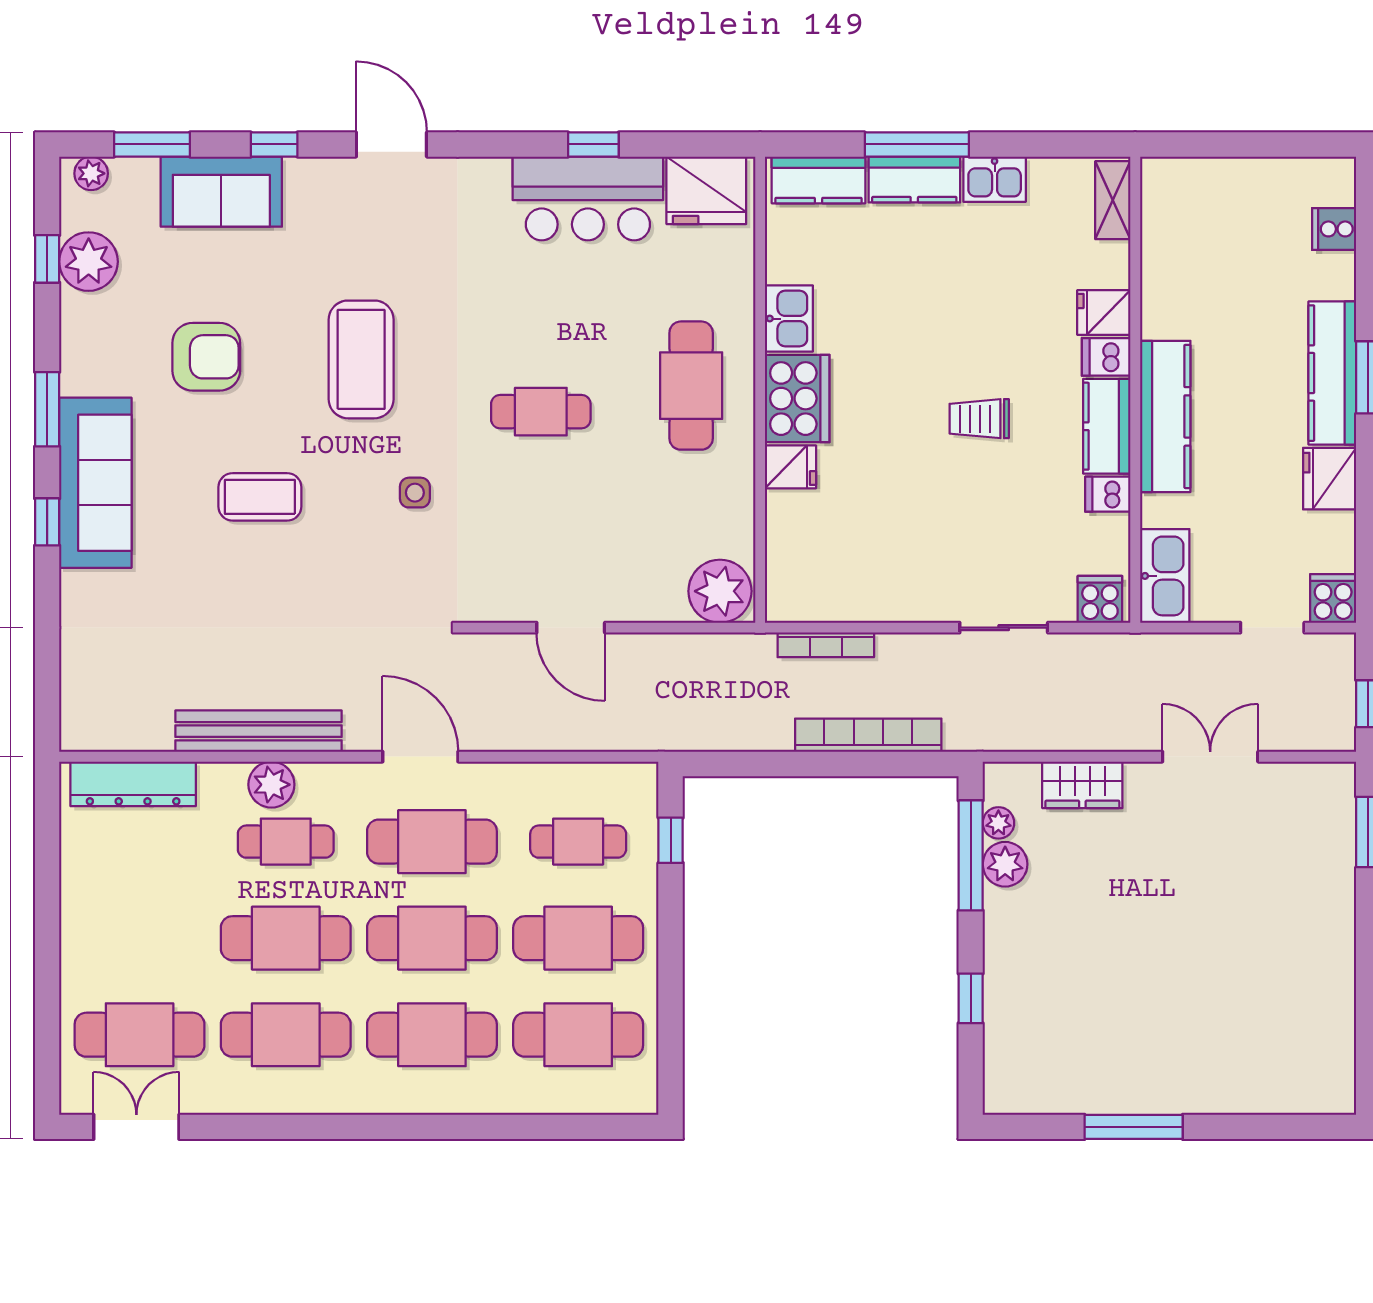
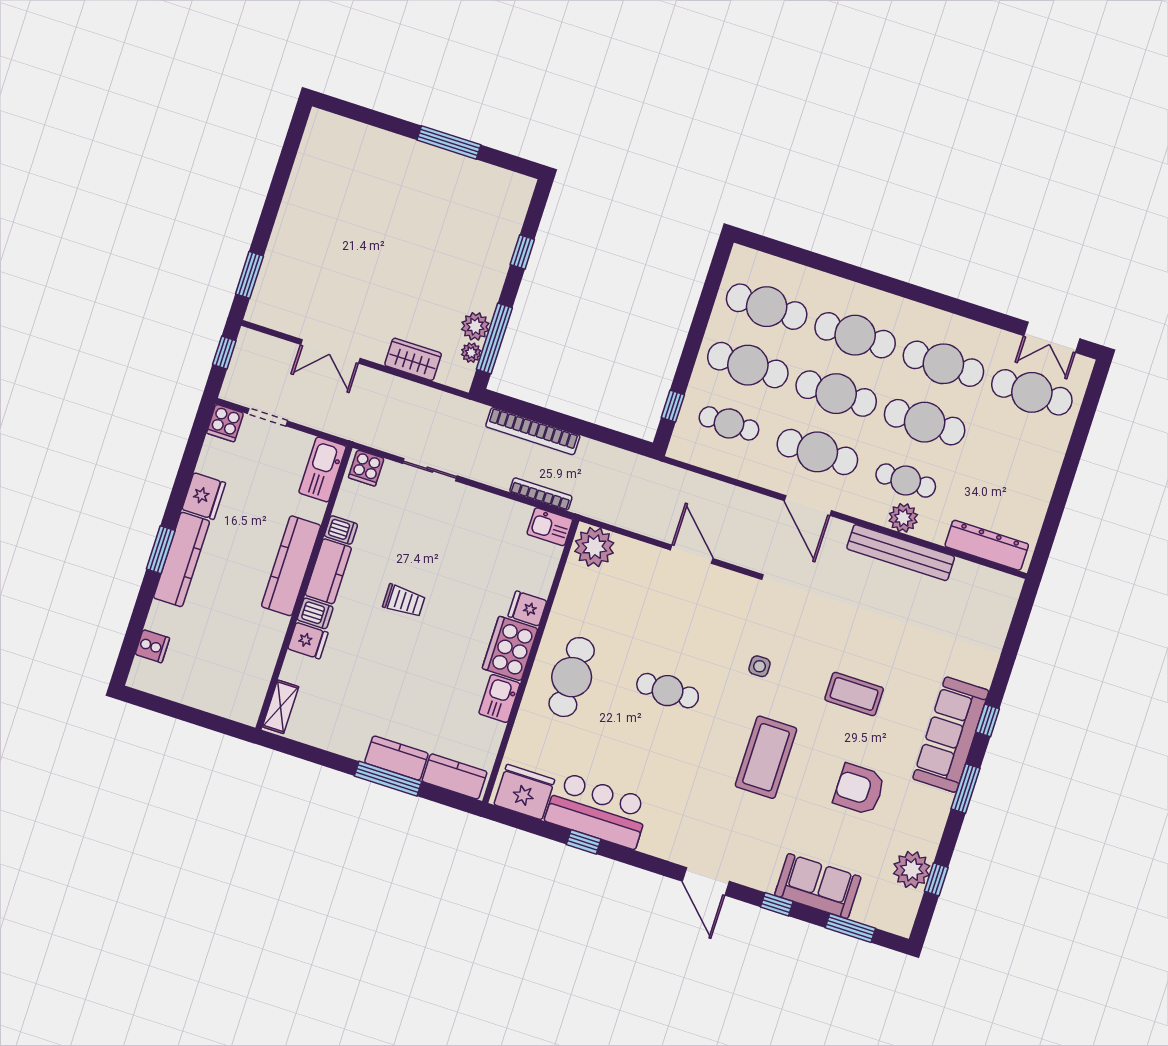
plant: (91, 173) -> (893, 922), removed
kitchen sink: (995, 179) -> (550, 527), moved, turned 180

